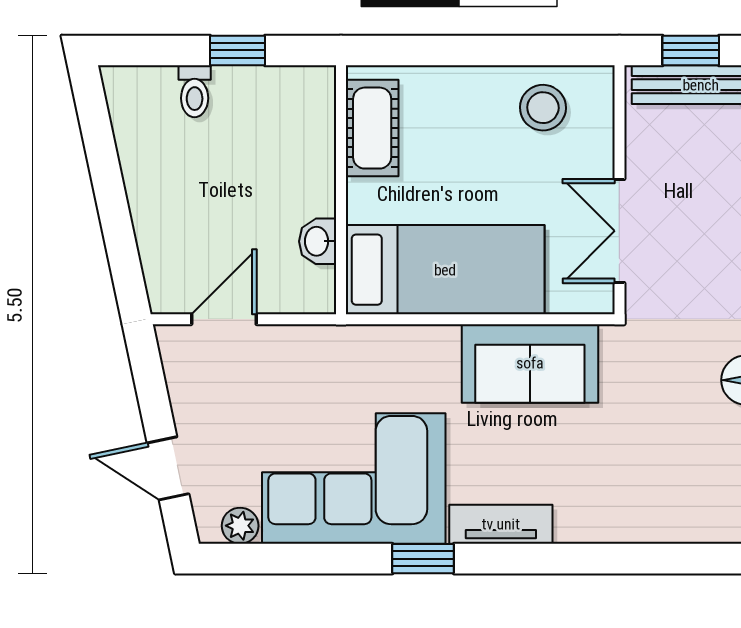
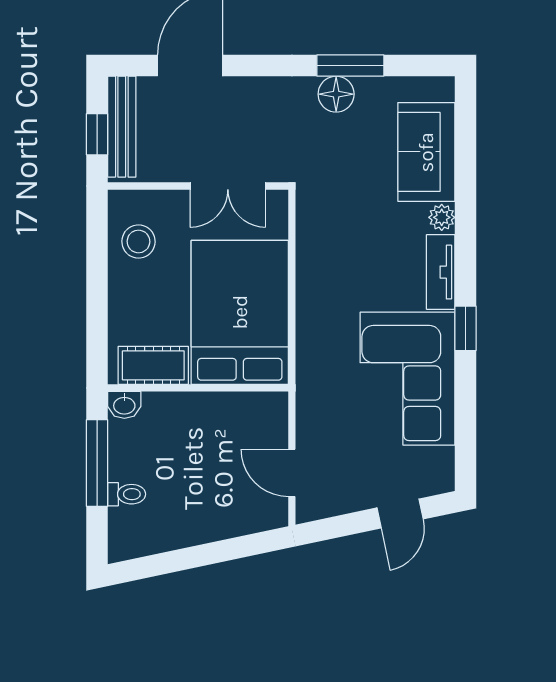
window: (237, 50) -> (97, 463), width x2.17
washbasin: (318, 241) -> (124, 405), moved
bed: (445, 270) -> (240, 312), width x1.50
sofa: (530, 363) -> (426, 152), moved, turned 180
plant: (240, 526) -> (442, 217), moved

